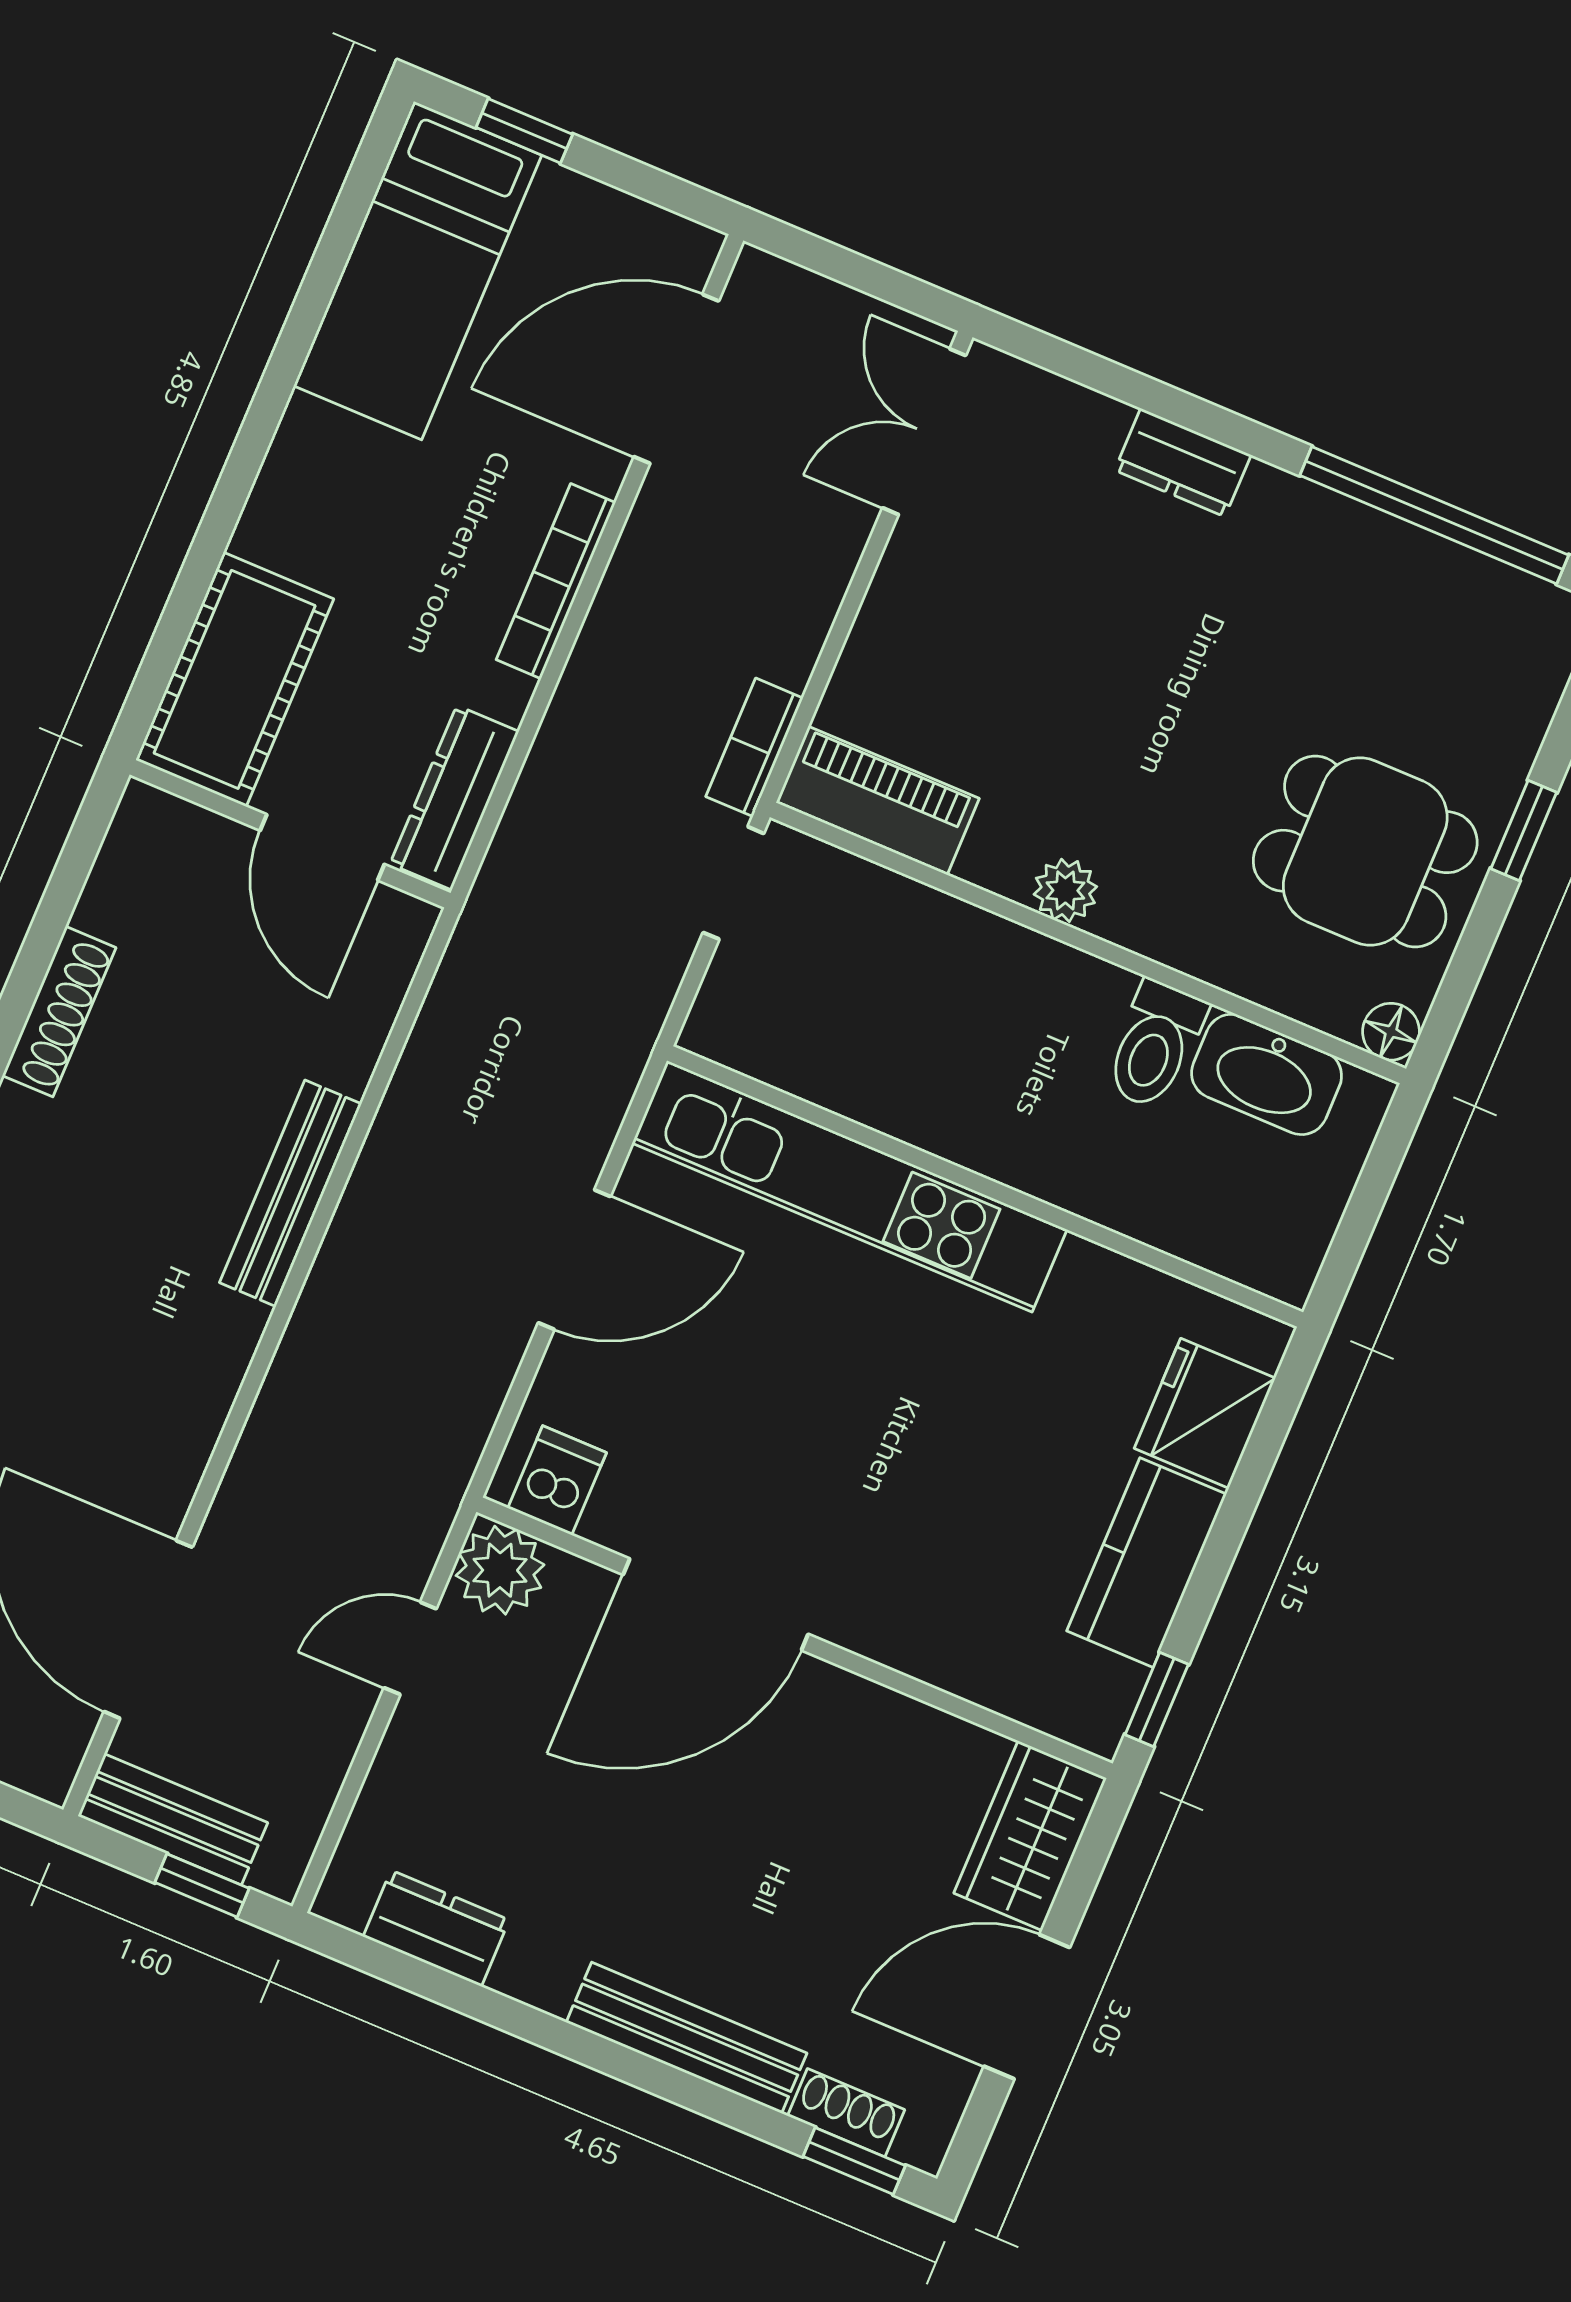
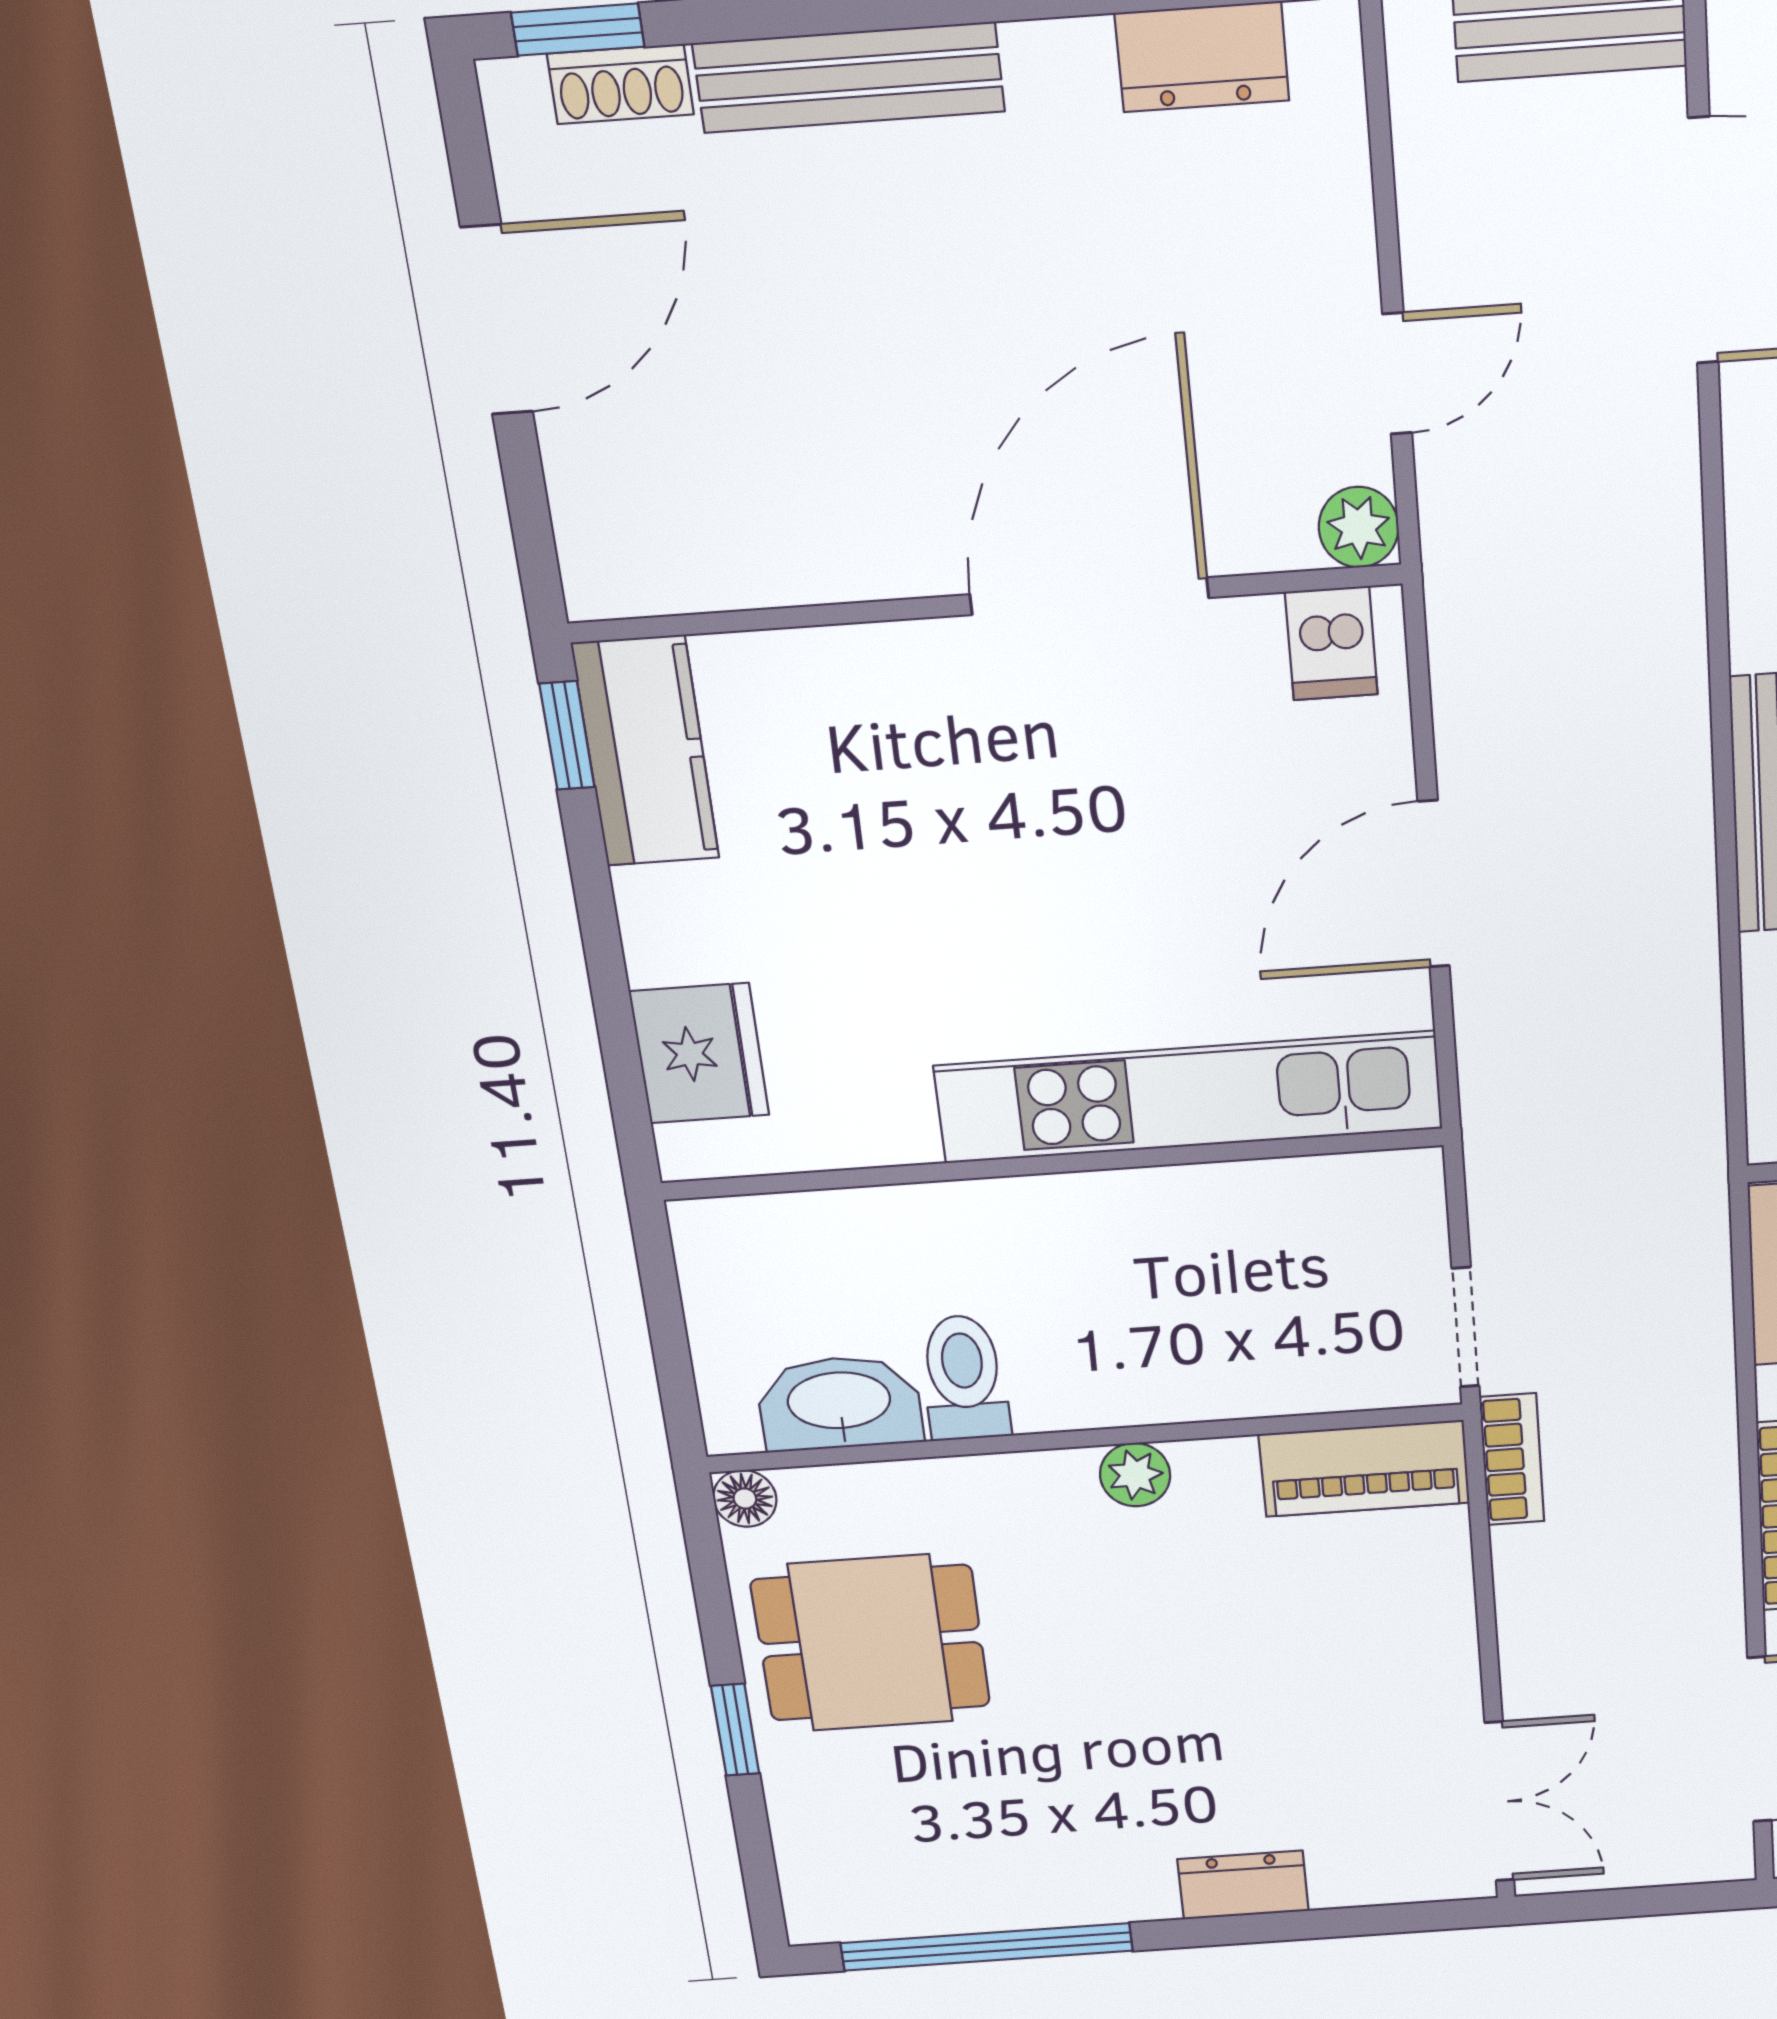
kitchen counter: (1147, 1563) -> (646, 751), moved
plant: (500, 1570) -> (1359, 527), width x0.73, depth x0.73
wardrobe: (1030, 1836) -> (609, 517), removed

